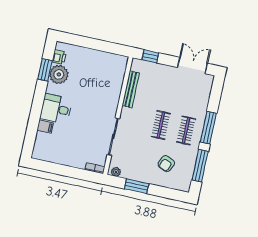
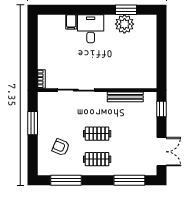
printer: (59, 57) -> (141, 21), removed
window: (208, 128) -> (129, 180), moved
plant: (116, 172) -> (42, 100), removed

